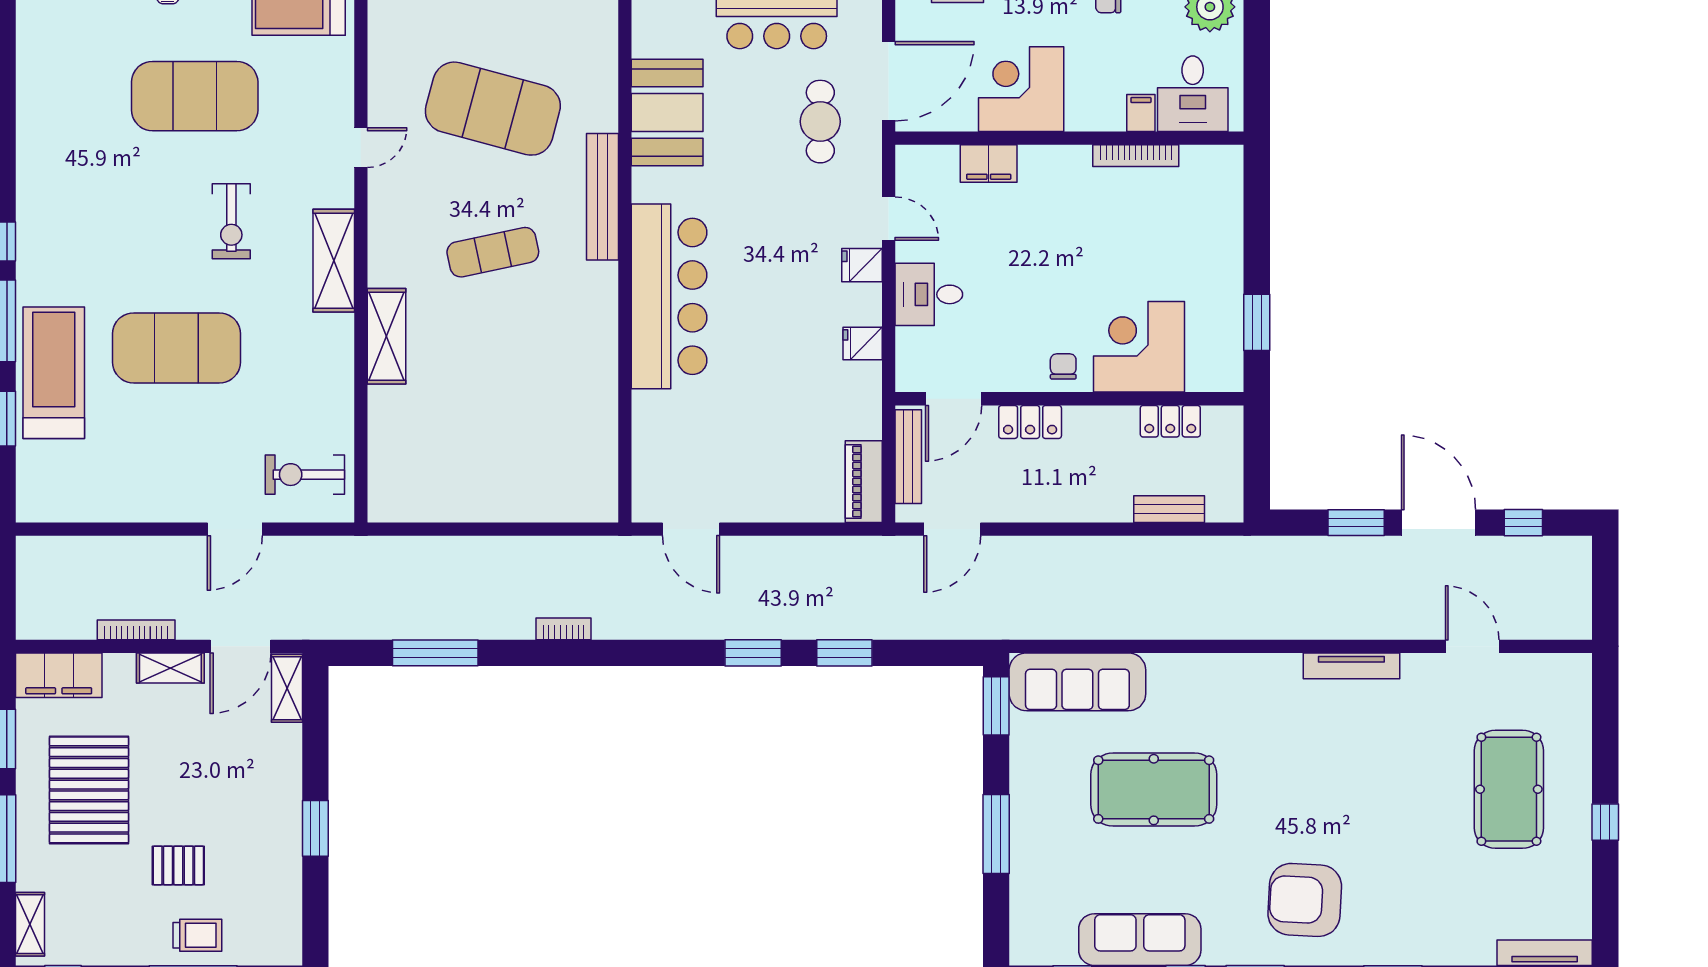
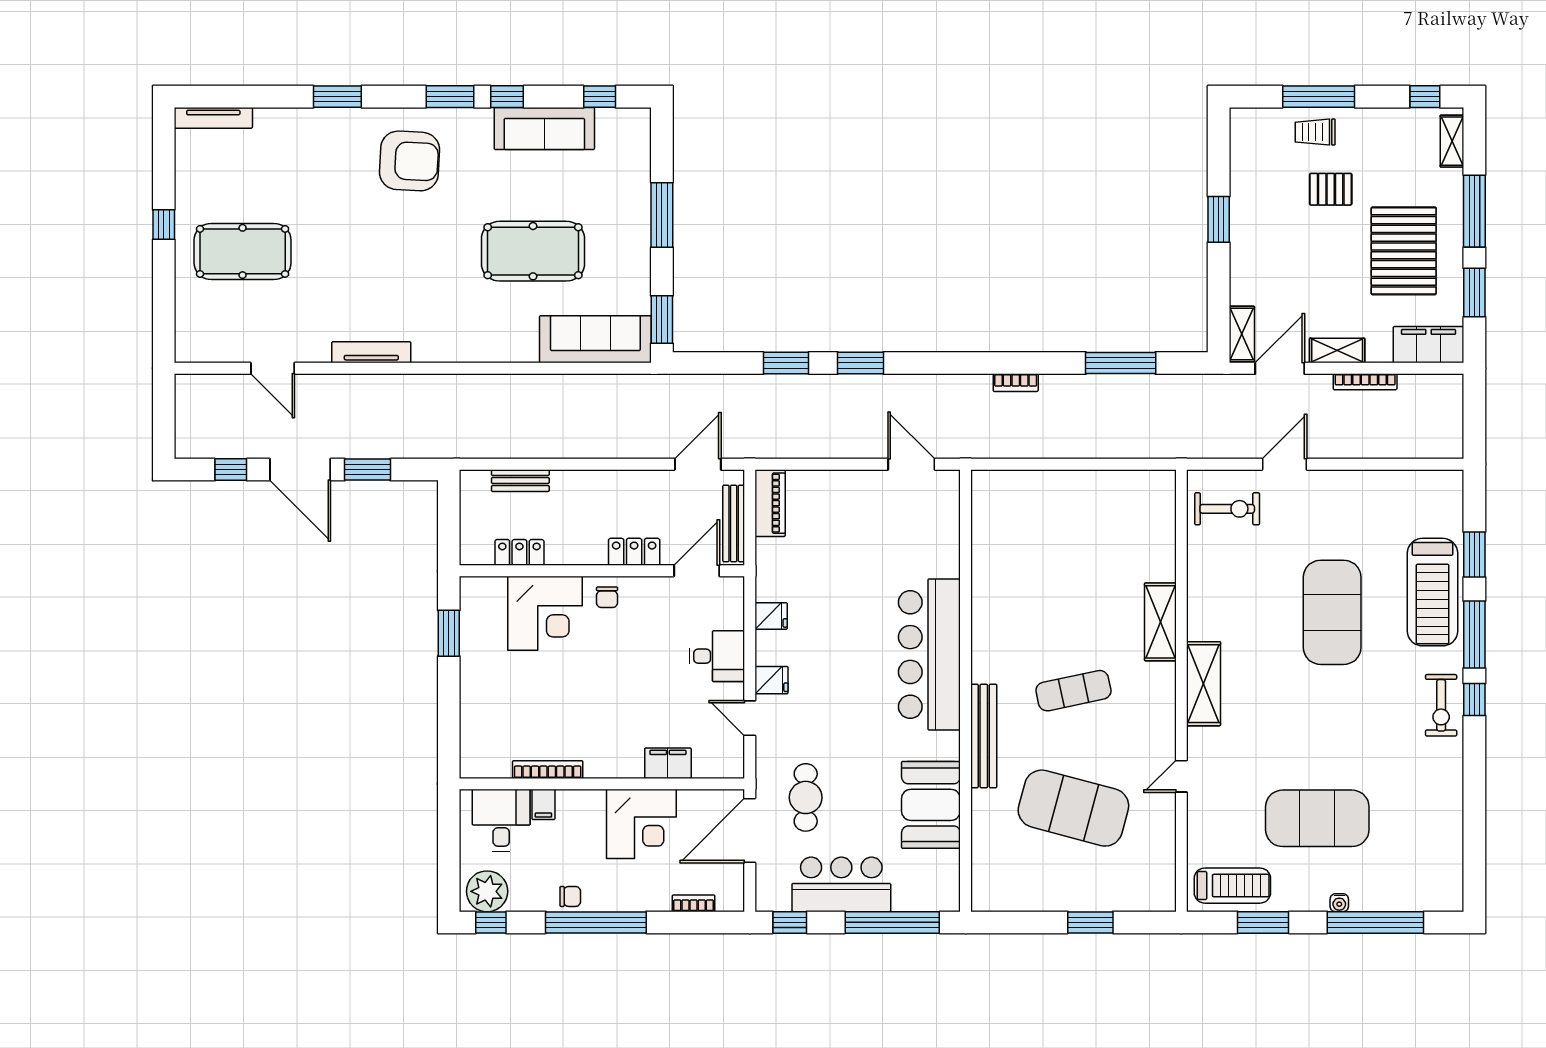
exercise bike: (231, 221) -> (1441, 705), moved, turned 180
exercise mat: (177, 348) -> (1332, 612), turned 90
pool table: (1509, 789) -> (243, 251), turned 90

